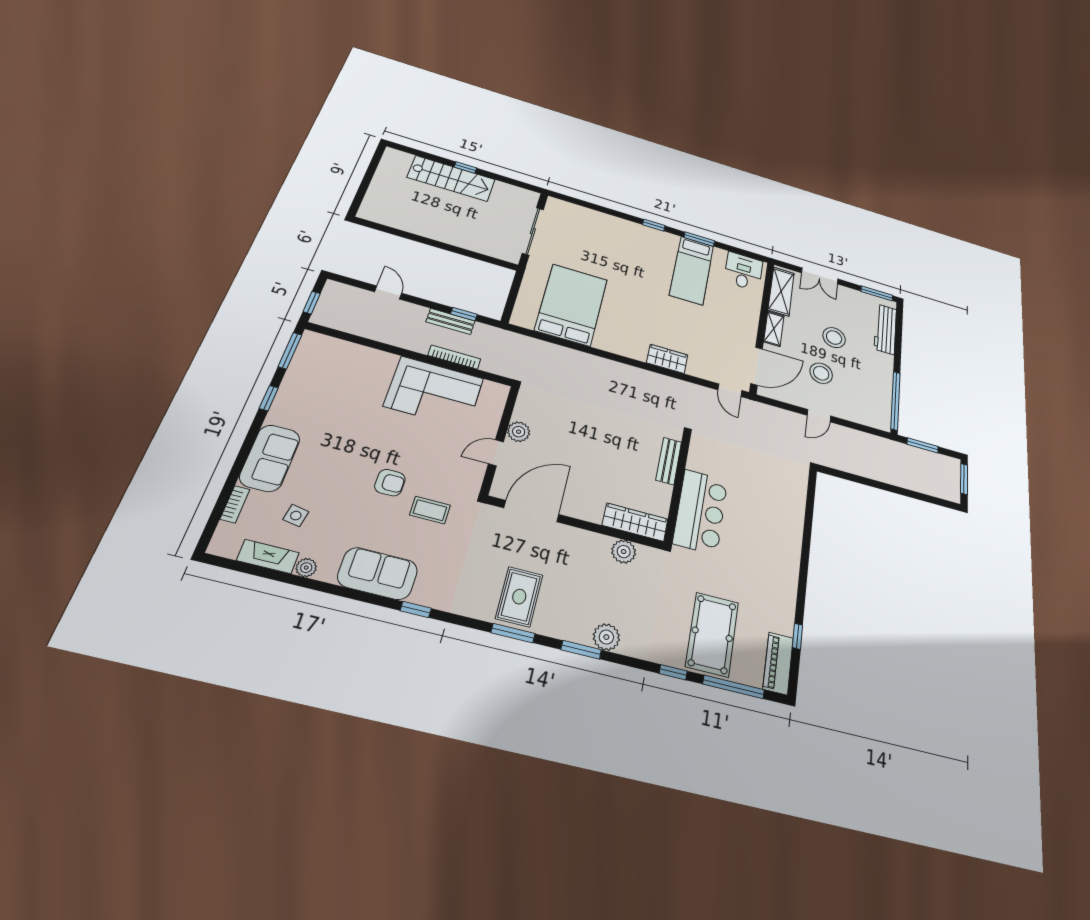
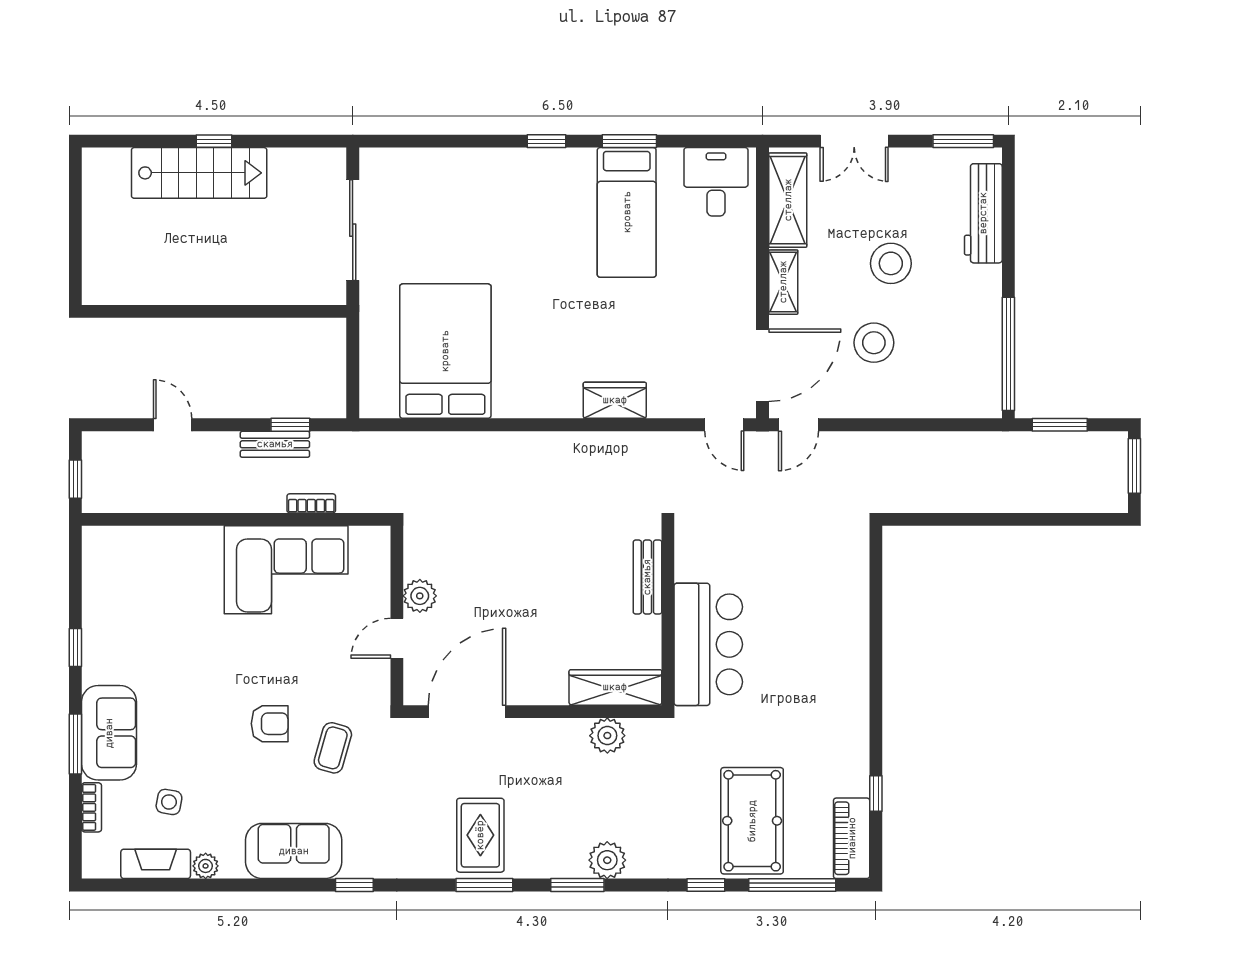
window: (290, 351) -> (75, 744), moved
bookcase: (454, 357) -> (311, 503), width x0.64
door: (819, 416) -> (799, 425), moved
coffee table: (430, 510) -> (333, 748), turned -74

